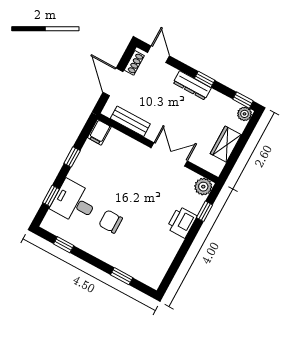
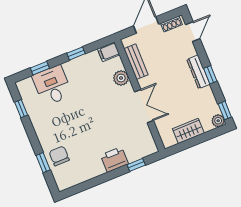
plant: (203, 187) -> (121, 78), moved
chair: (111, 222) -> (59, 156), moved

